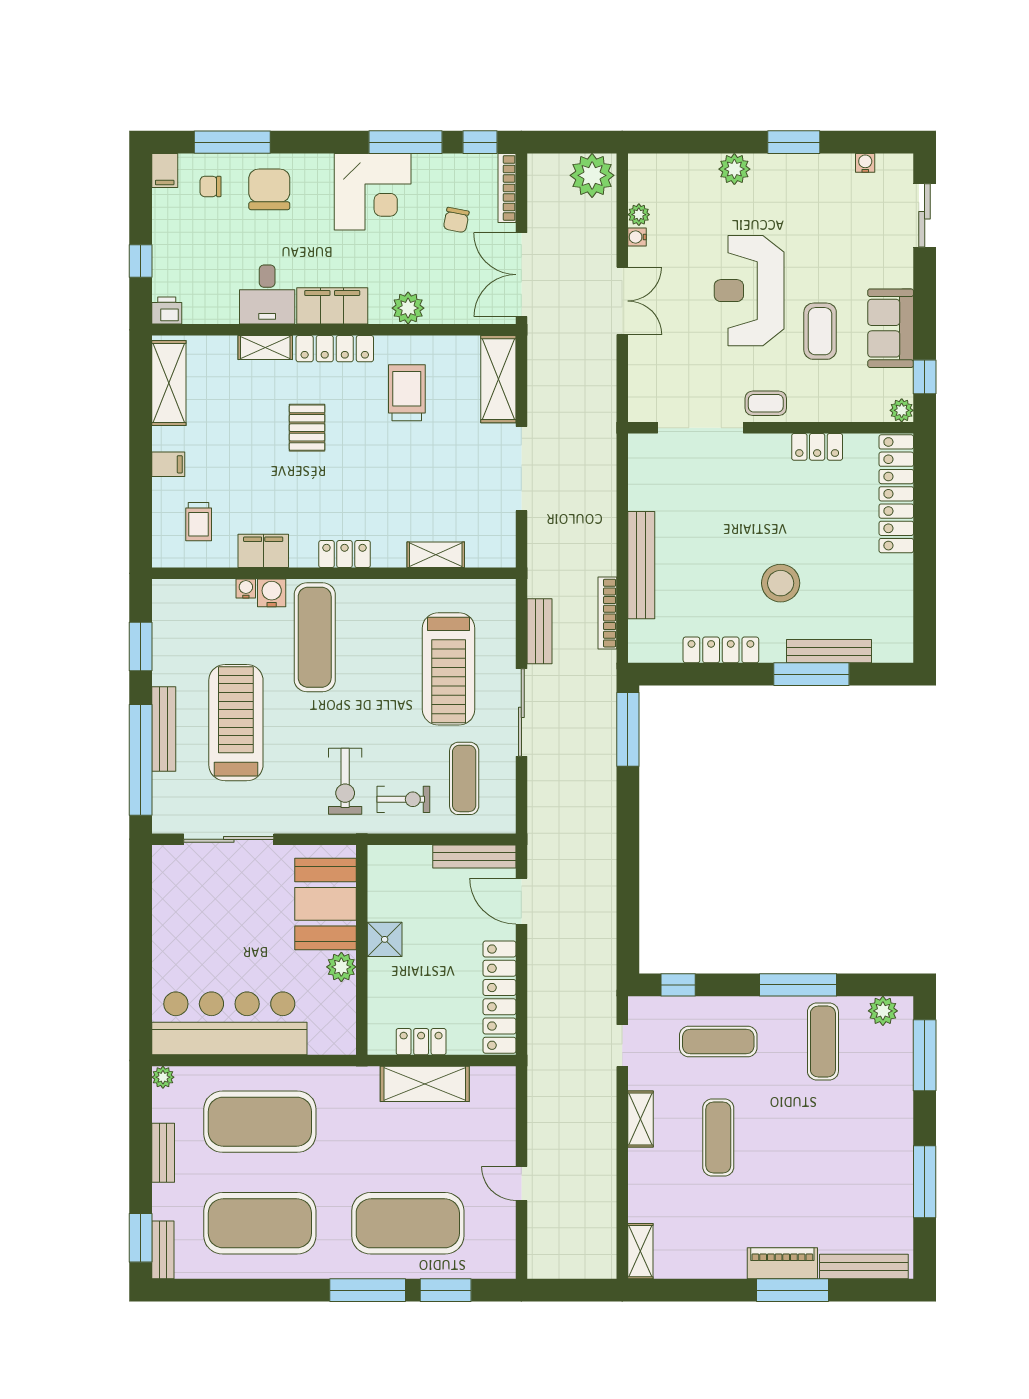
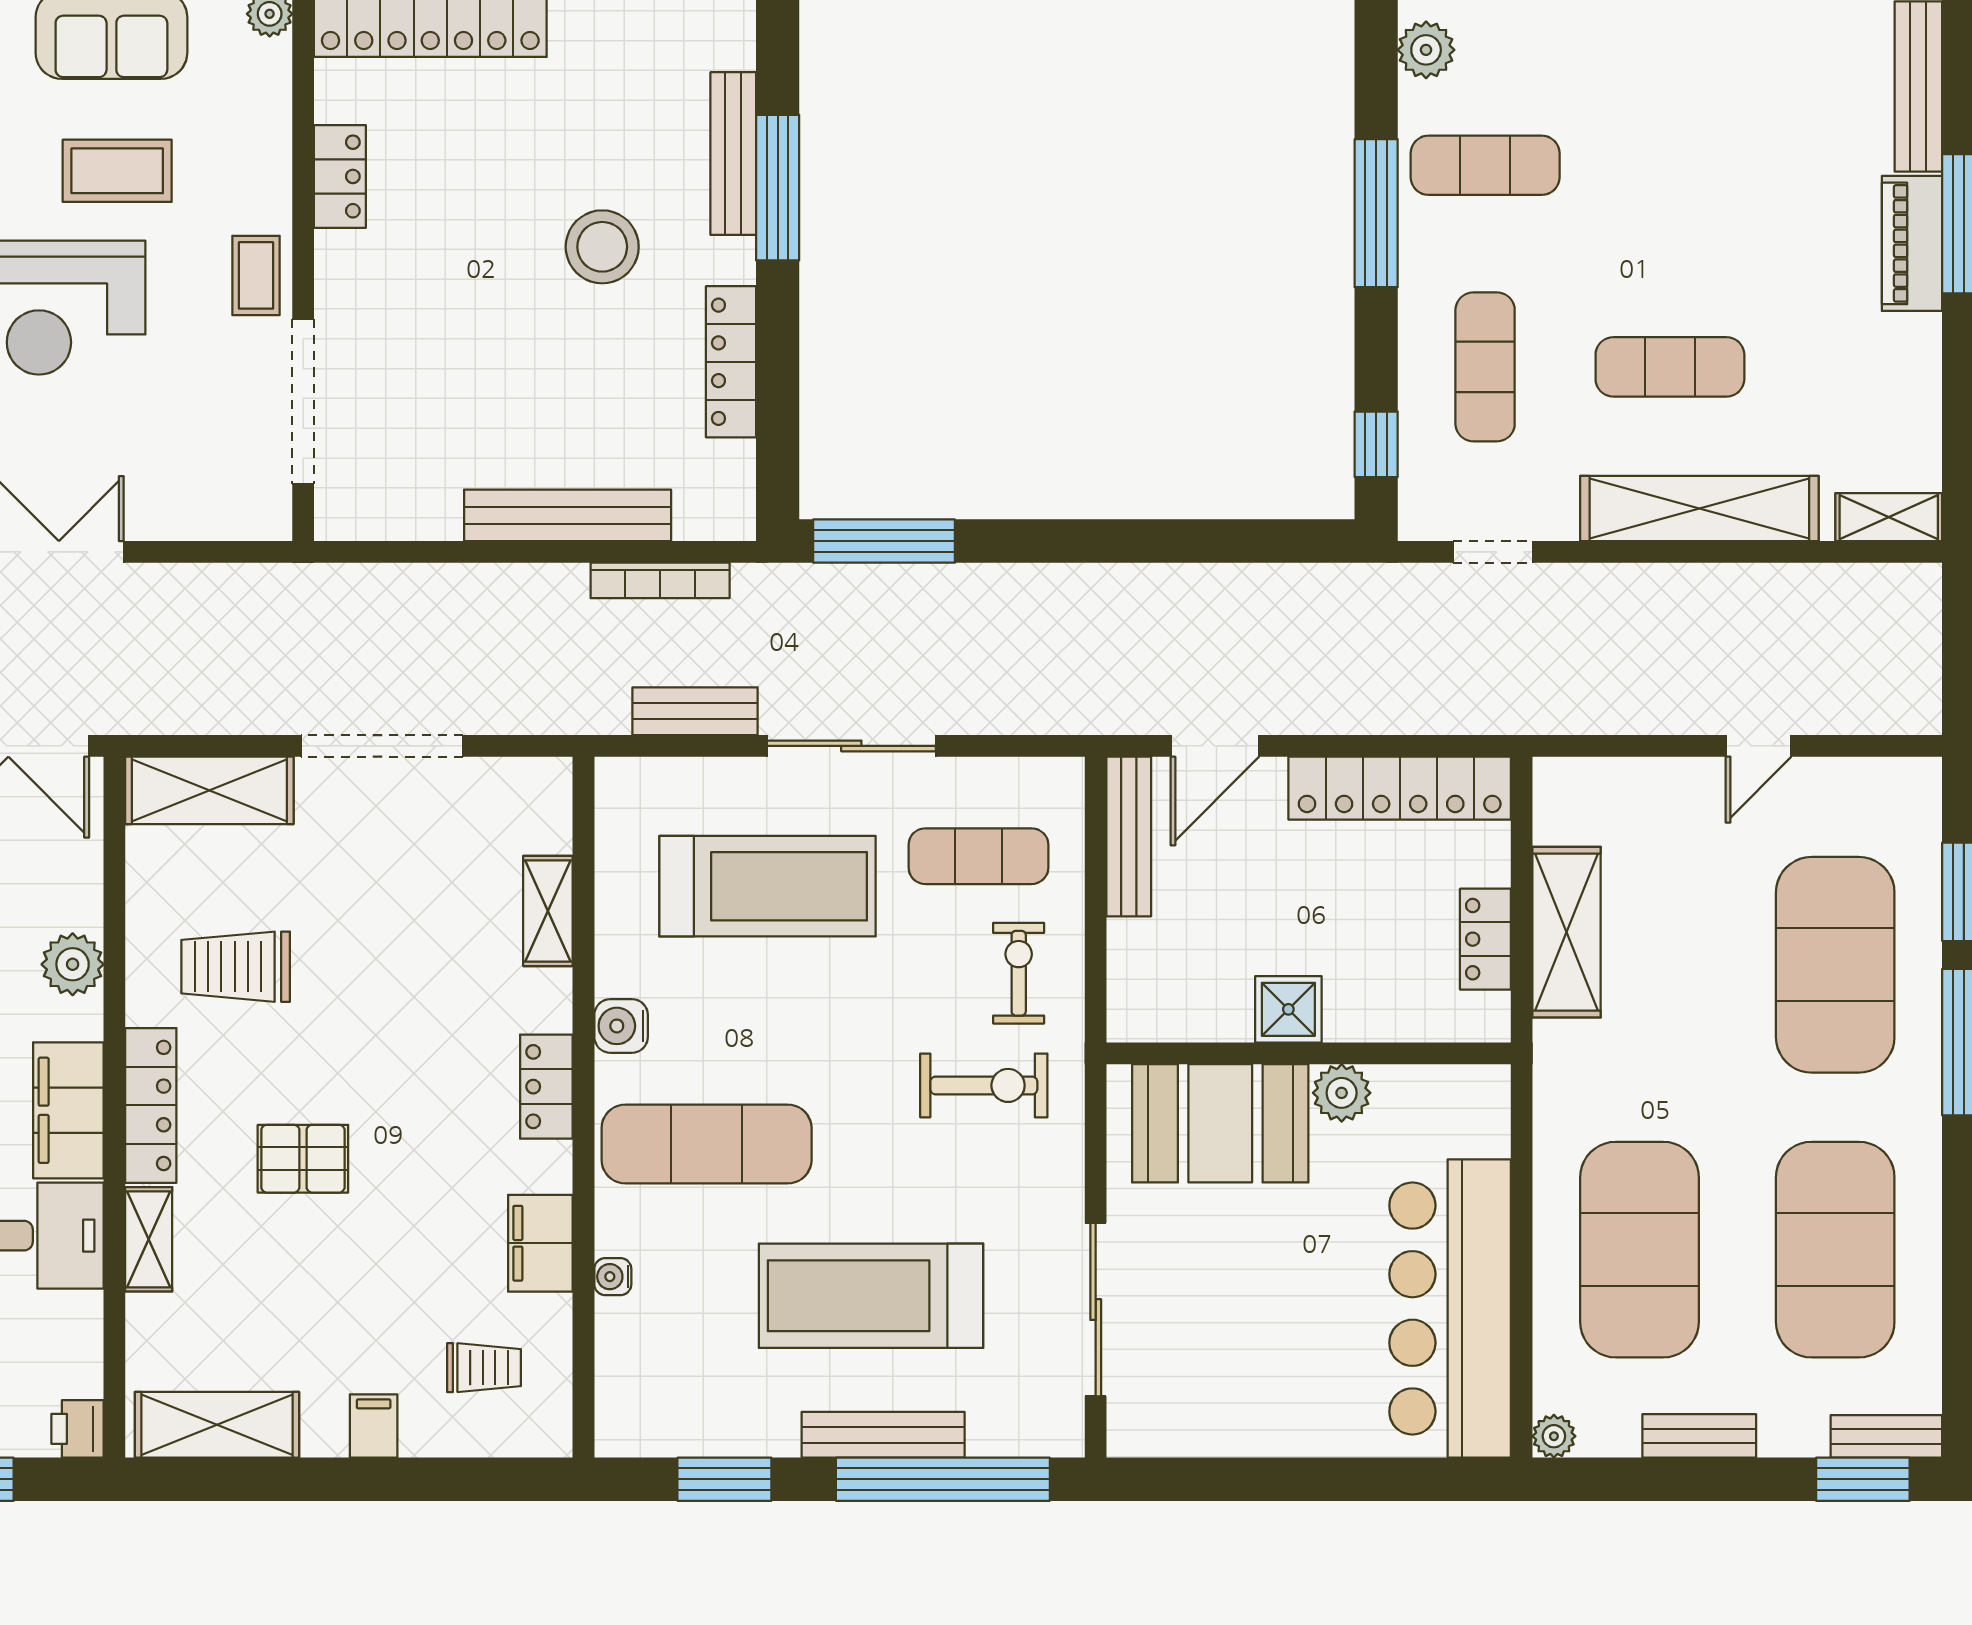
water cooler: (272, 593) -> (621, 1026), moved
shelving: (640, 1119) -> (1699, 509), width x2.20, depth x1.33

